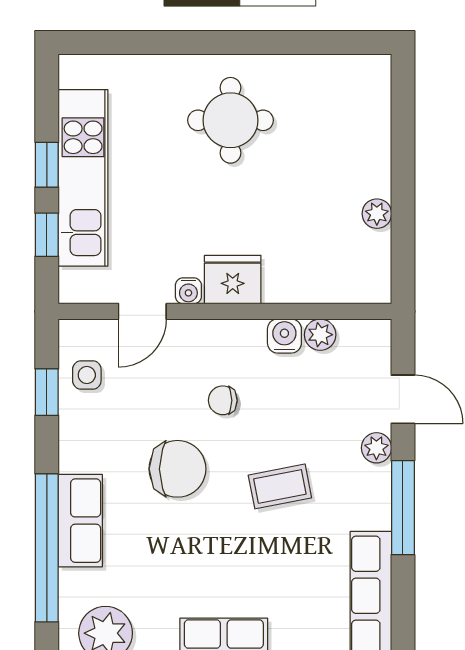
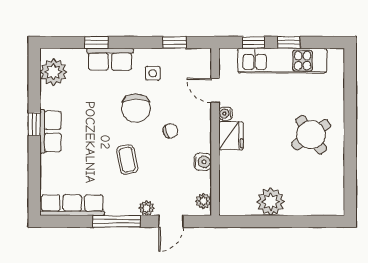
round table: (230, 120) -> (311, 135), turned -35
plant: (377, 214) -> (271, 202), width x1.87, depth x1.87
plant: (320, 335) -> (203, 201), moved
side table: (87, 375) -> (153, 73), moved
chair: (223, 400) -> (170, 131), turned 75
window: (47, 548) -> (96, 42), width x0.32

